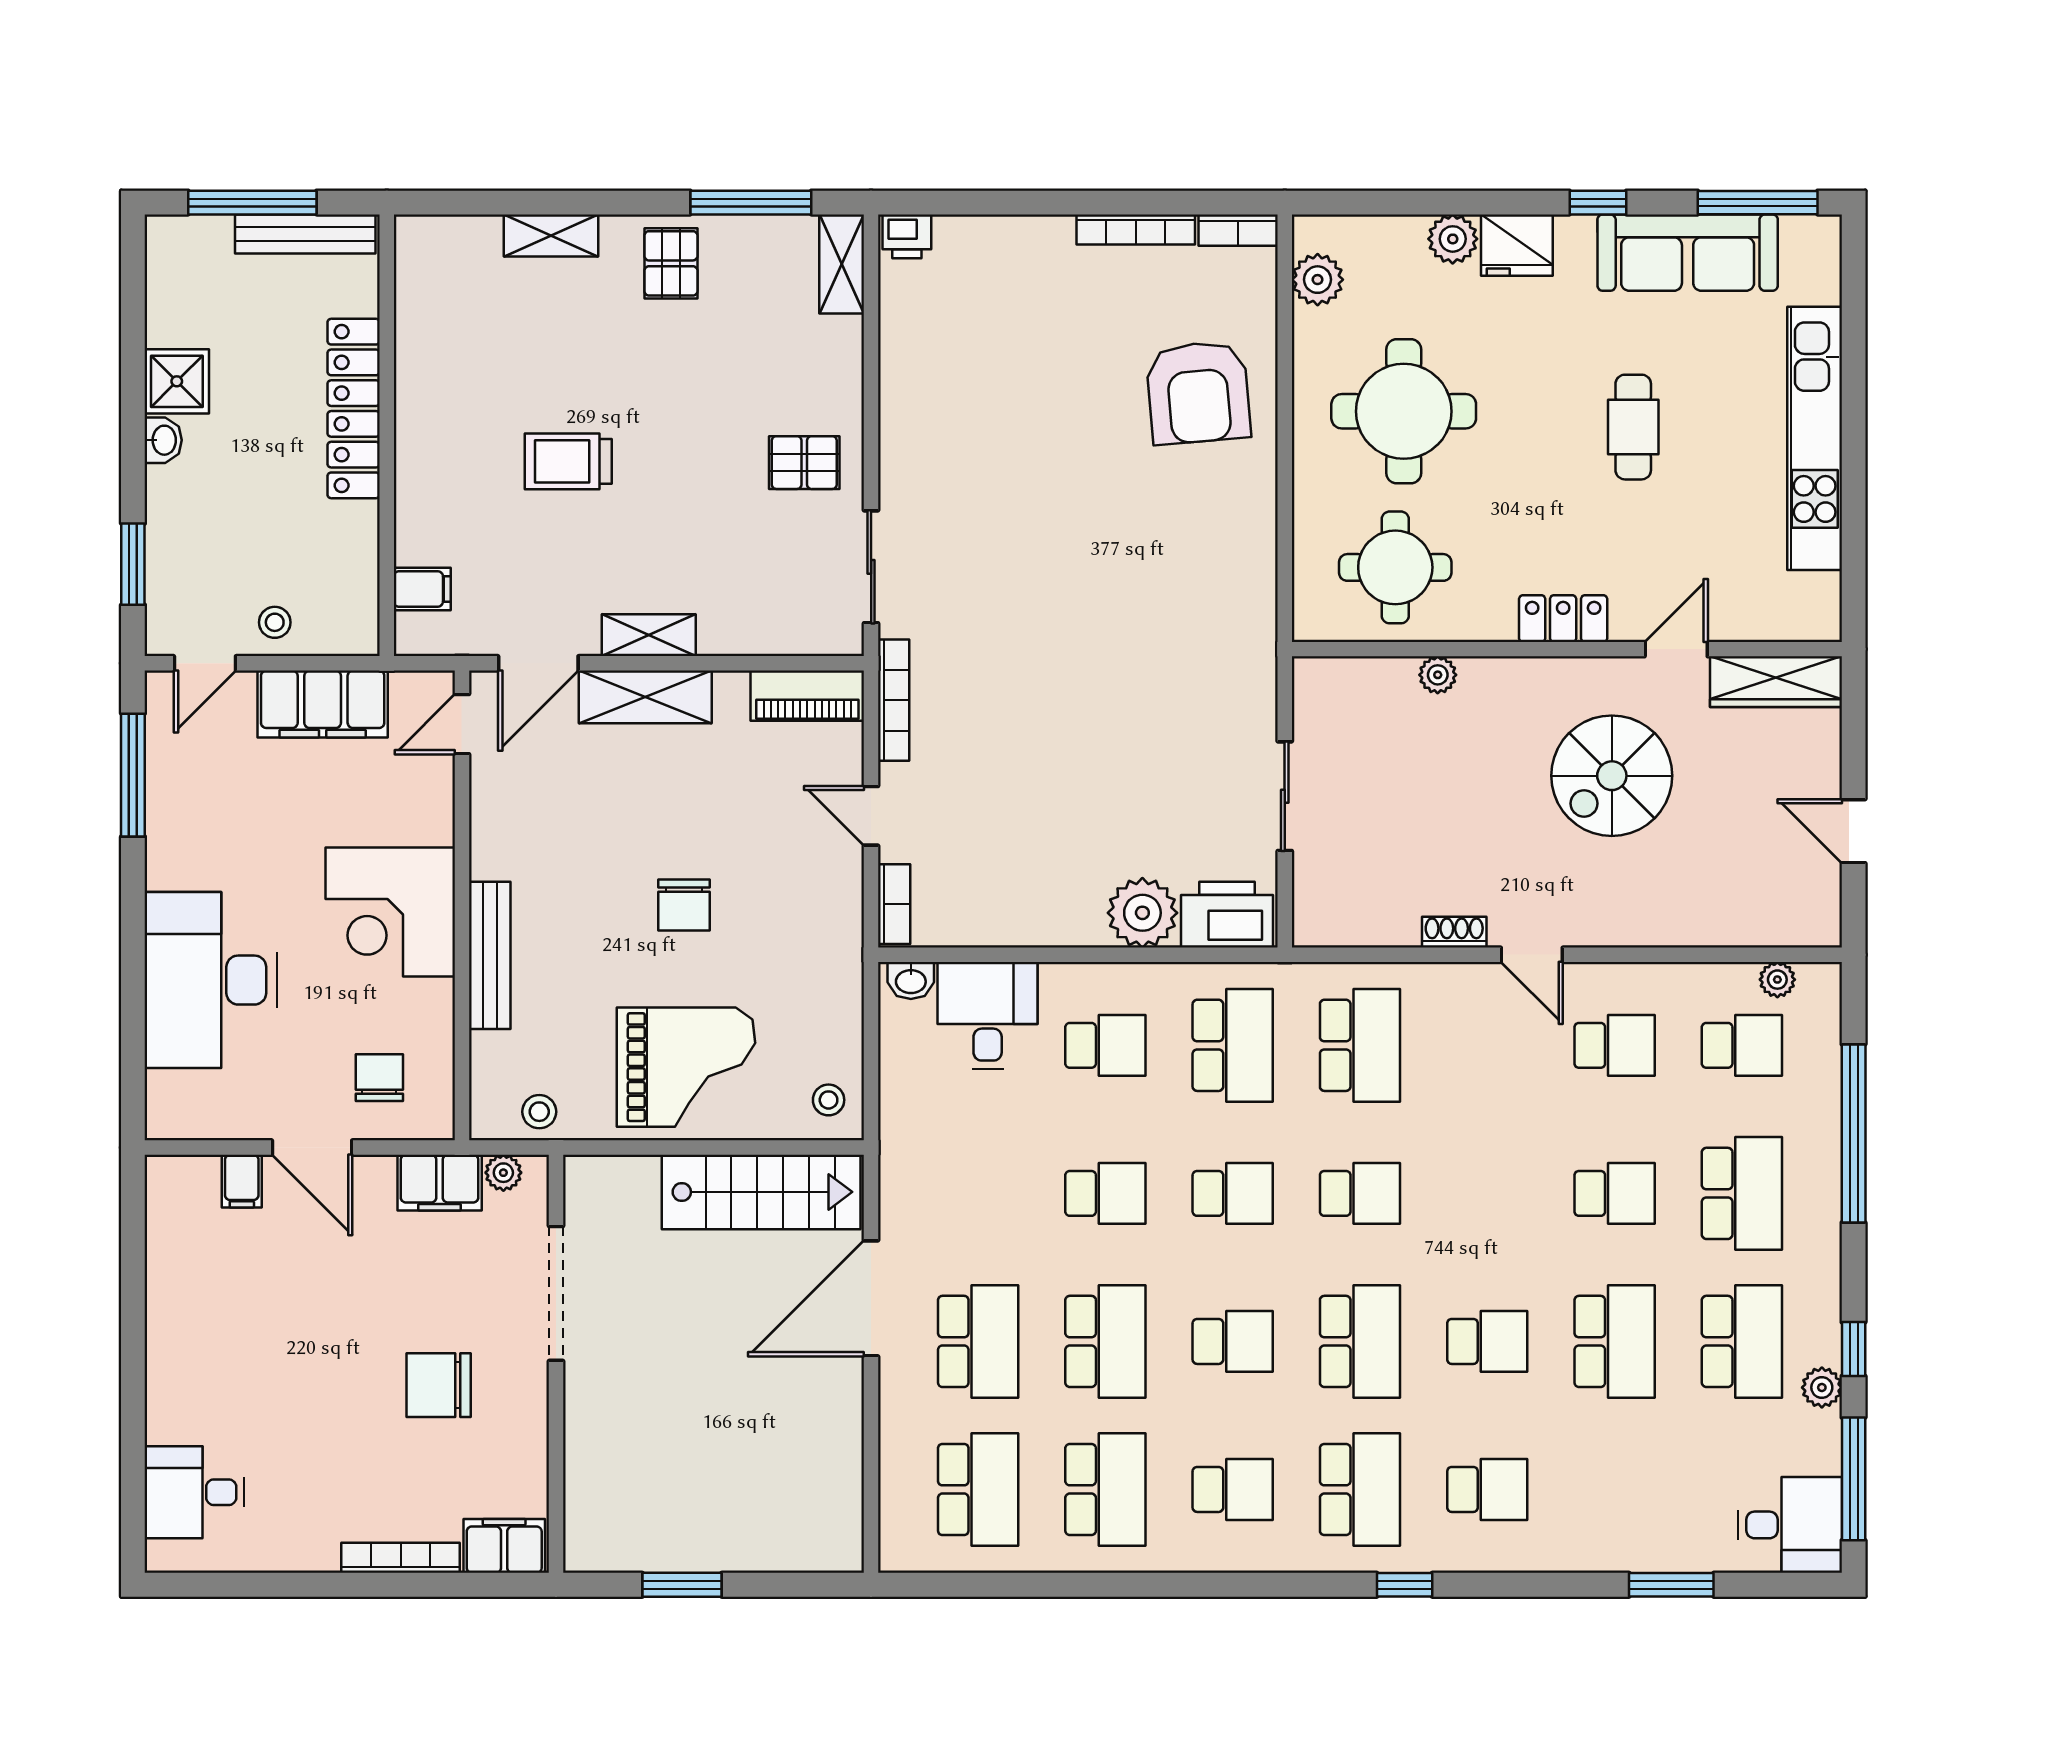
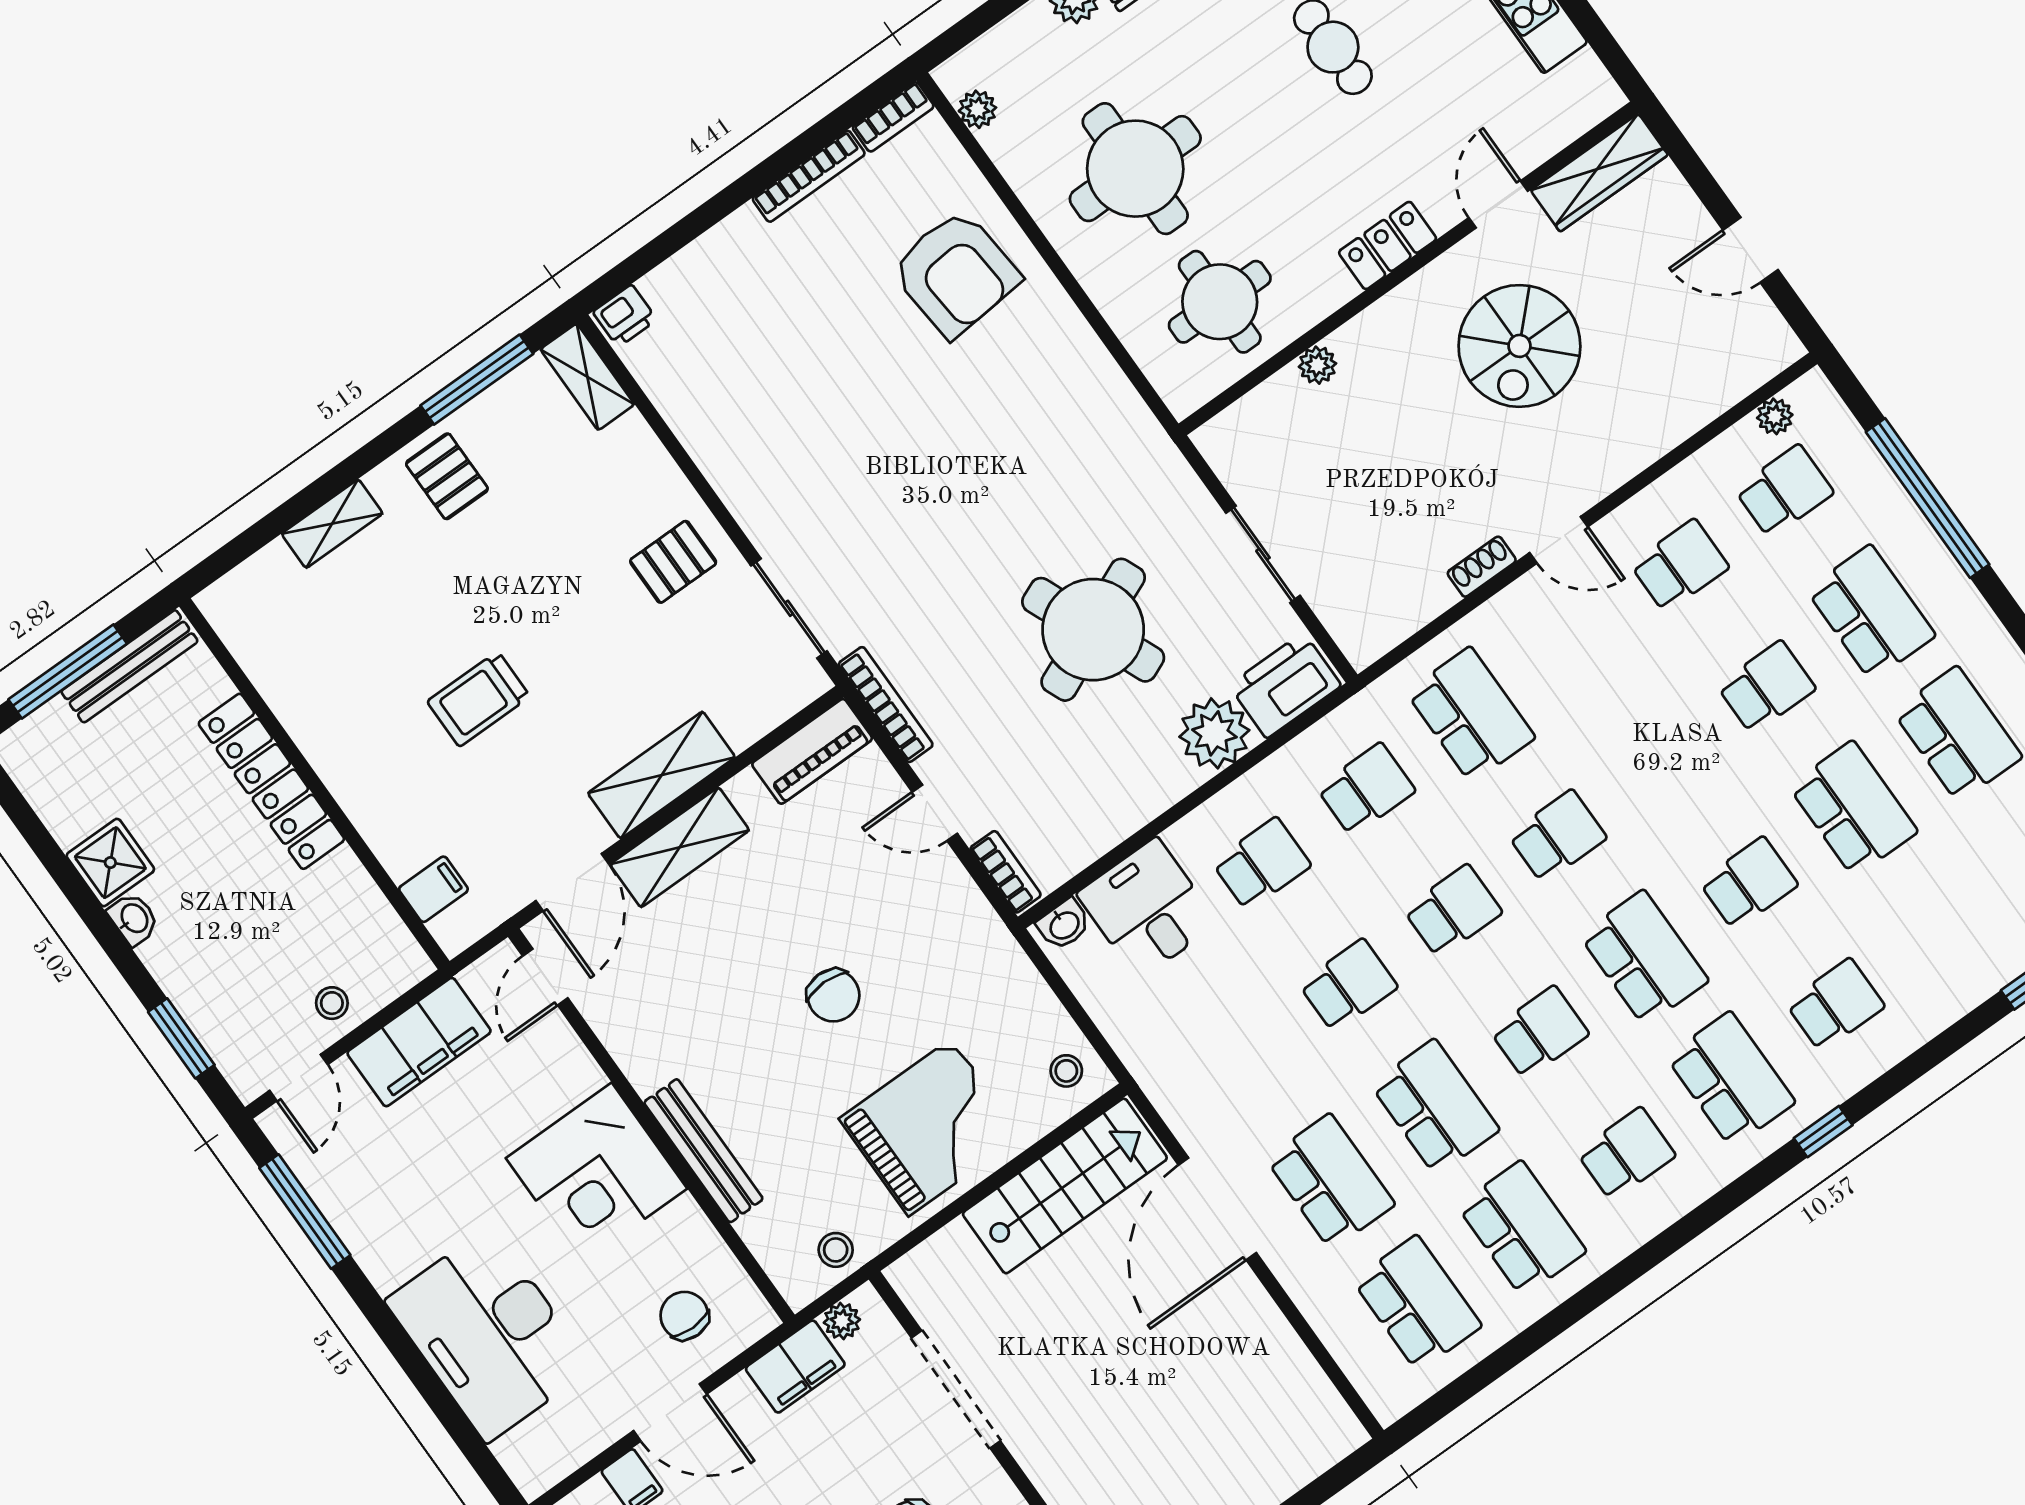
plant: (1318, 280) -> (977, 109), width x0.73, depth x0.73
shelving: (649, 635) -> (662, 775), width x1.50, depth x1.33
round table: (1104, 759) -> (1093, 630), added
school desk: (1233, 1045) -> (1366, 789), width x0.54

